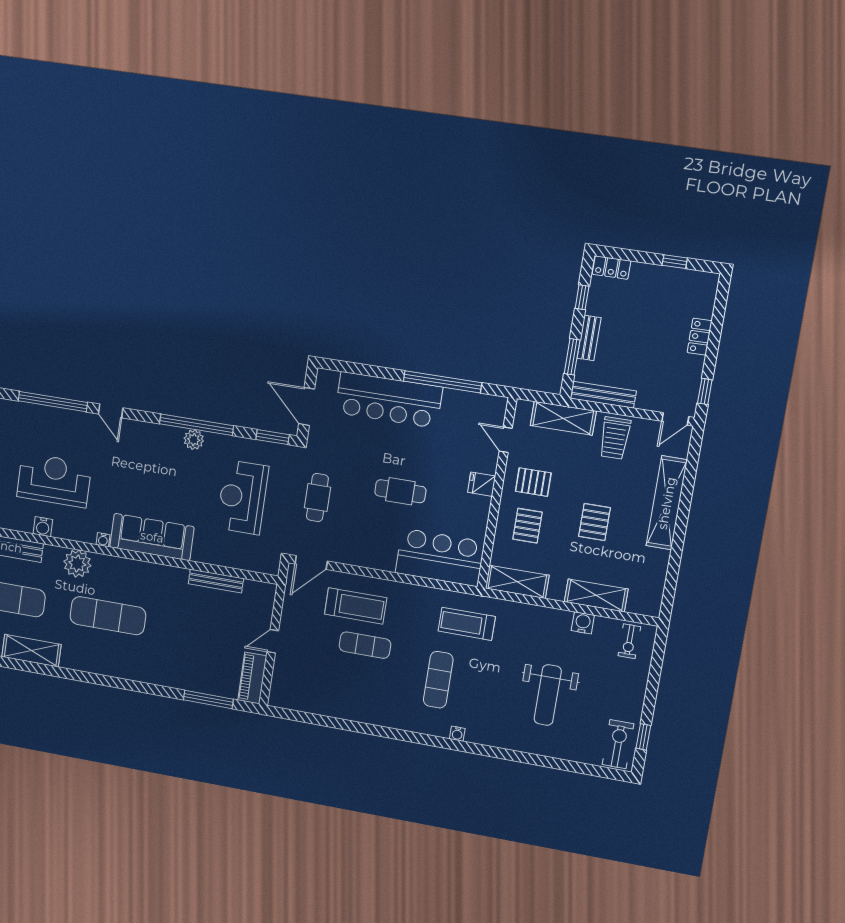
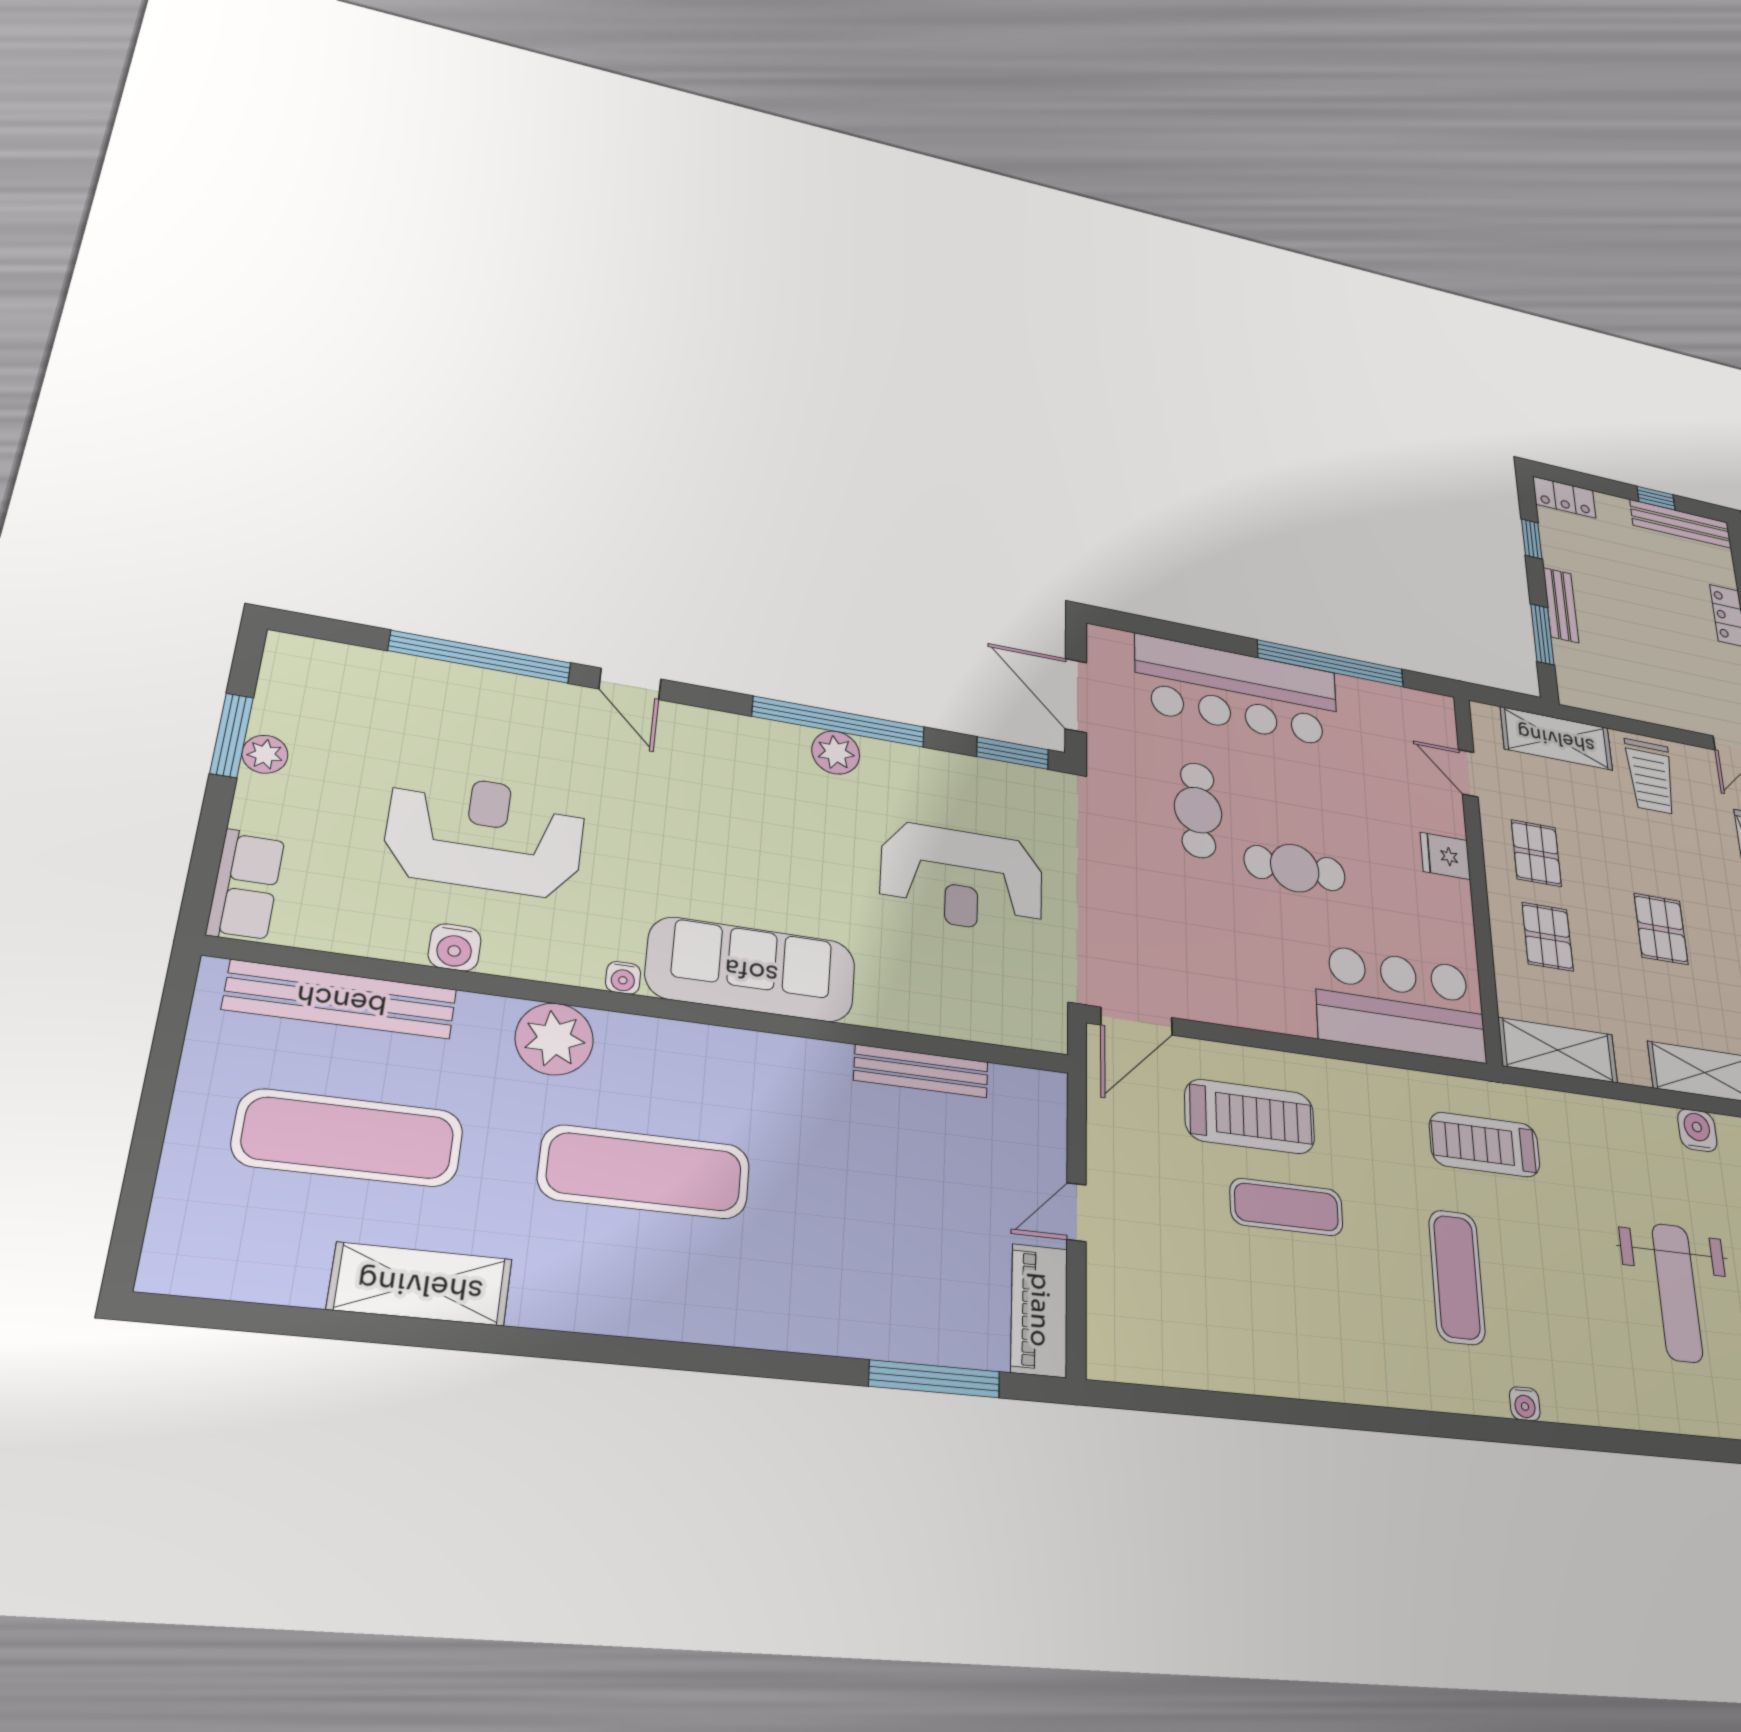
bench: (603, 395) -> (1681, 524), moved
pallet: (533, 482) -> (1536, 853), turned 90
reception desk: (242, 497) -> (962, 878), turned -90
cafe table: (317, 497) -> (1198, 810), moved

